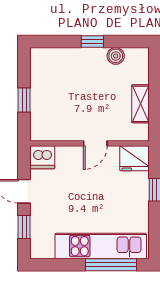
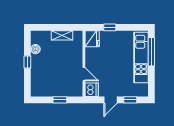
door: (95, 143) -> (84, 74), moved

